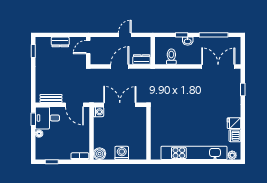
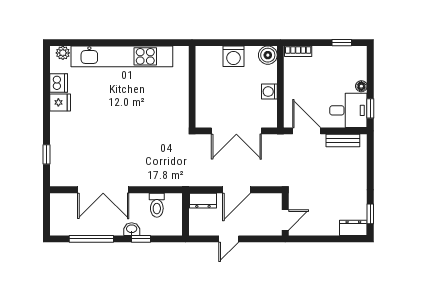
dresser: (60, 42) -> (353, 228), moved
double door: (218, 67) -> (103, 190), moved
washing machine: (99, 112) -> (269, 92), moved

